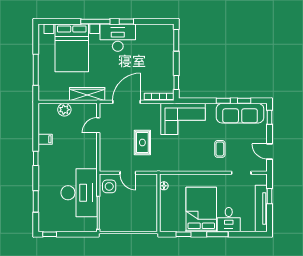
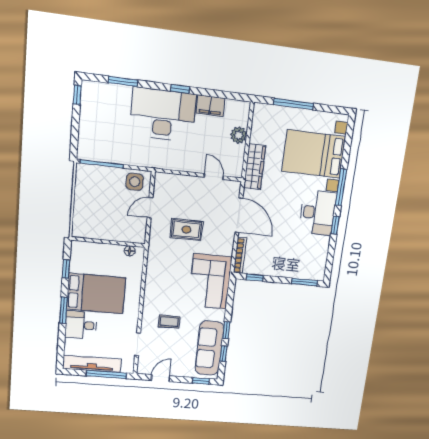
filing cabinet: (45, 139) -> (210, 106), width x2.00
desk: (79, 193) -> (163, 115), moved, turned 180
window: (270, 196) -> (106, 374), width x2.17

